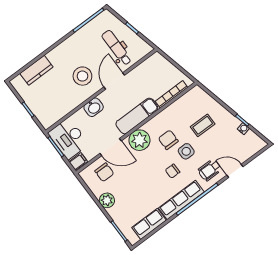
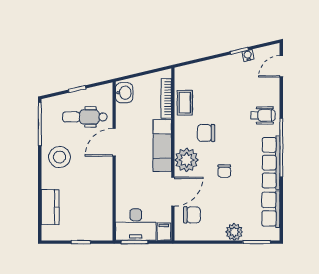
stool: (82, 76) -> (60, 157), moved
door: (114, 81) -> (114, 142), hinge flipped
washbasin: (94, 107) -> (124, 93), moved
coffee table: (203, 125) -> (185, 103), moved
side table: (186, 151) -> (229, 124), removed
wheelchair: (210, 170) -> (263, 115), turned -90
chair: (172, 171) -> (224, 171), moved
door: (235, 171) -> (281, 66), moved
plant: (107, 200) -> (234, 232), moved

